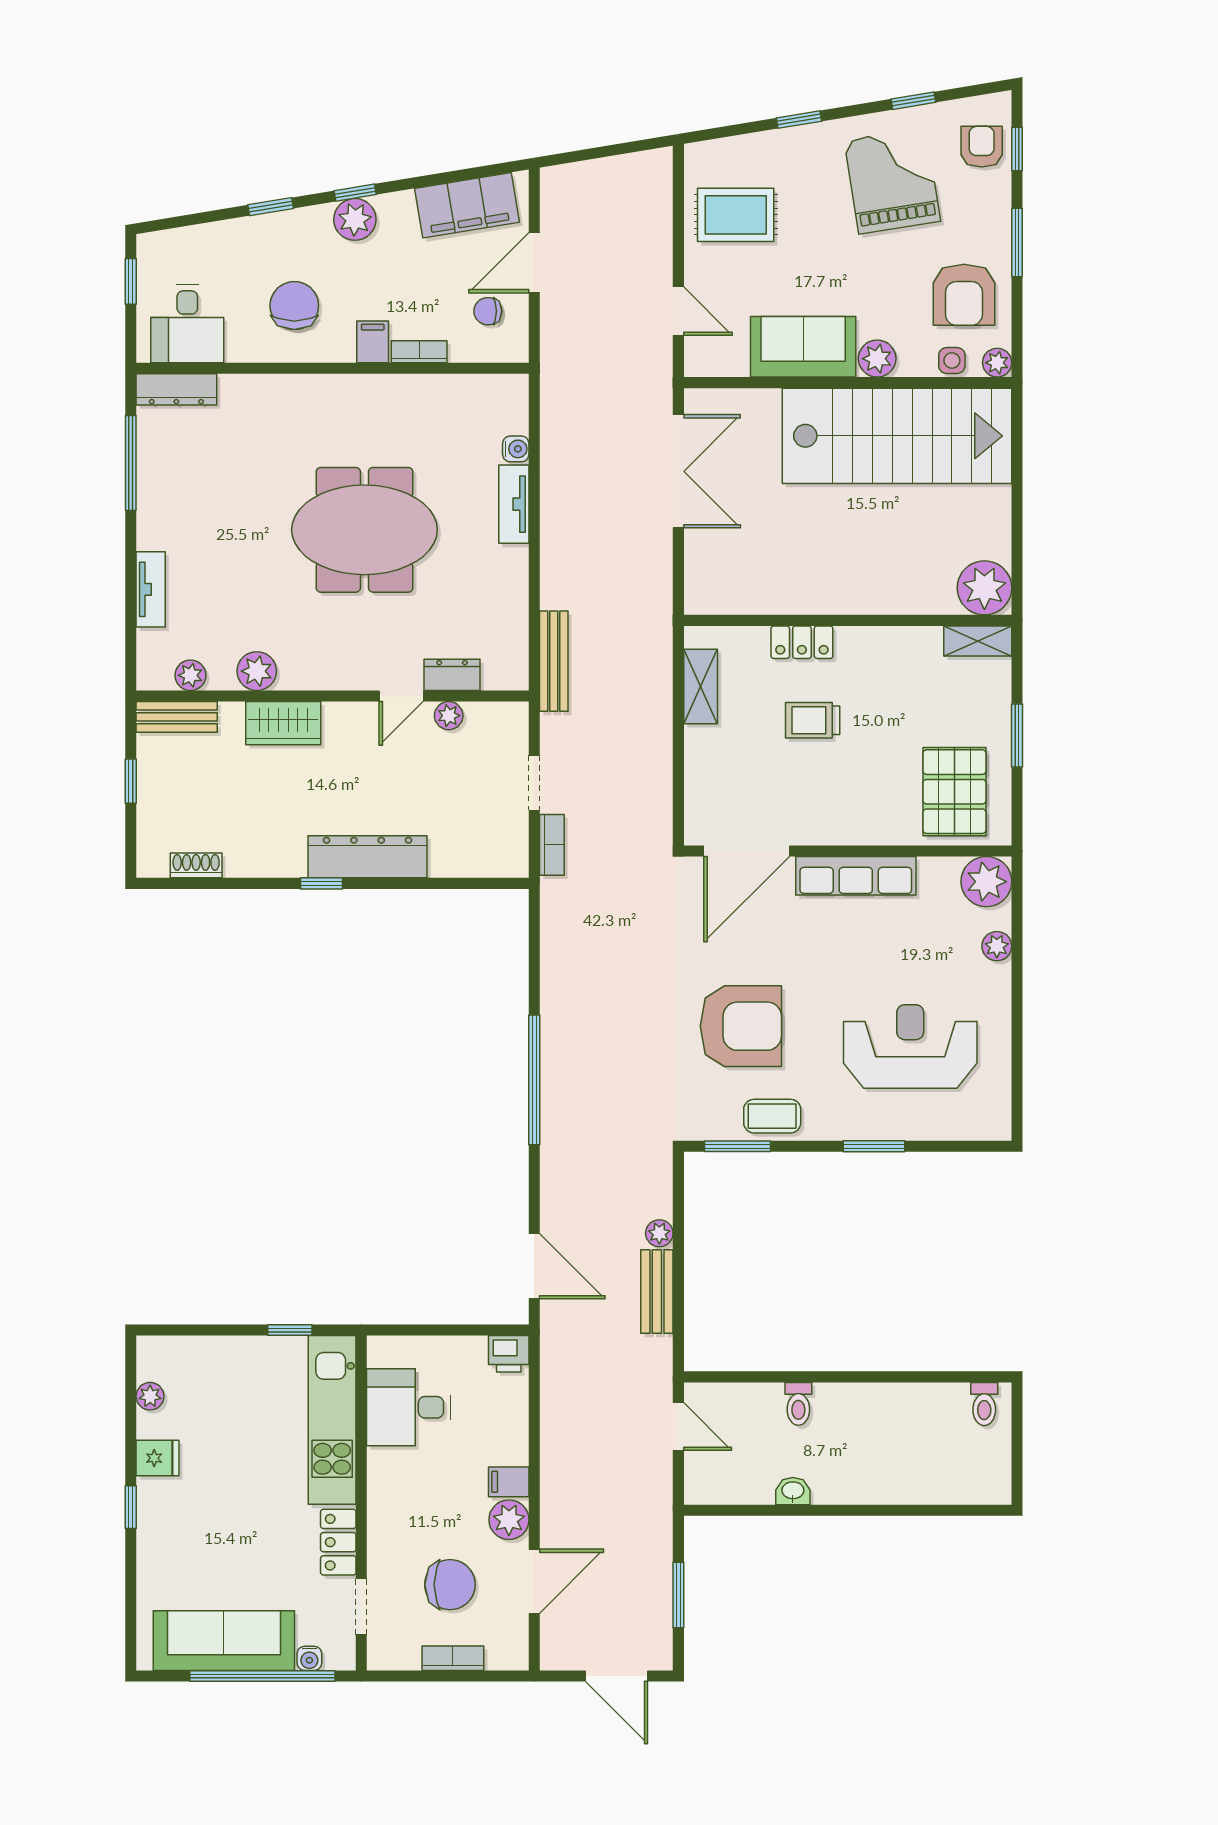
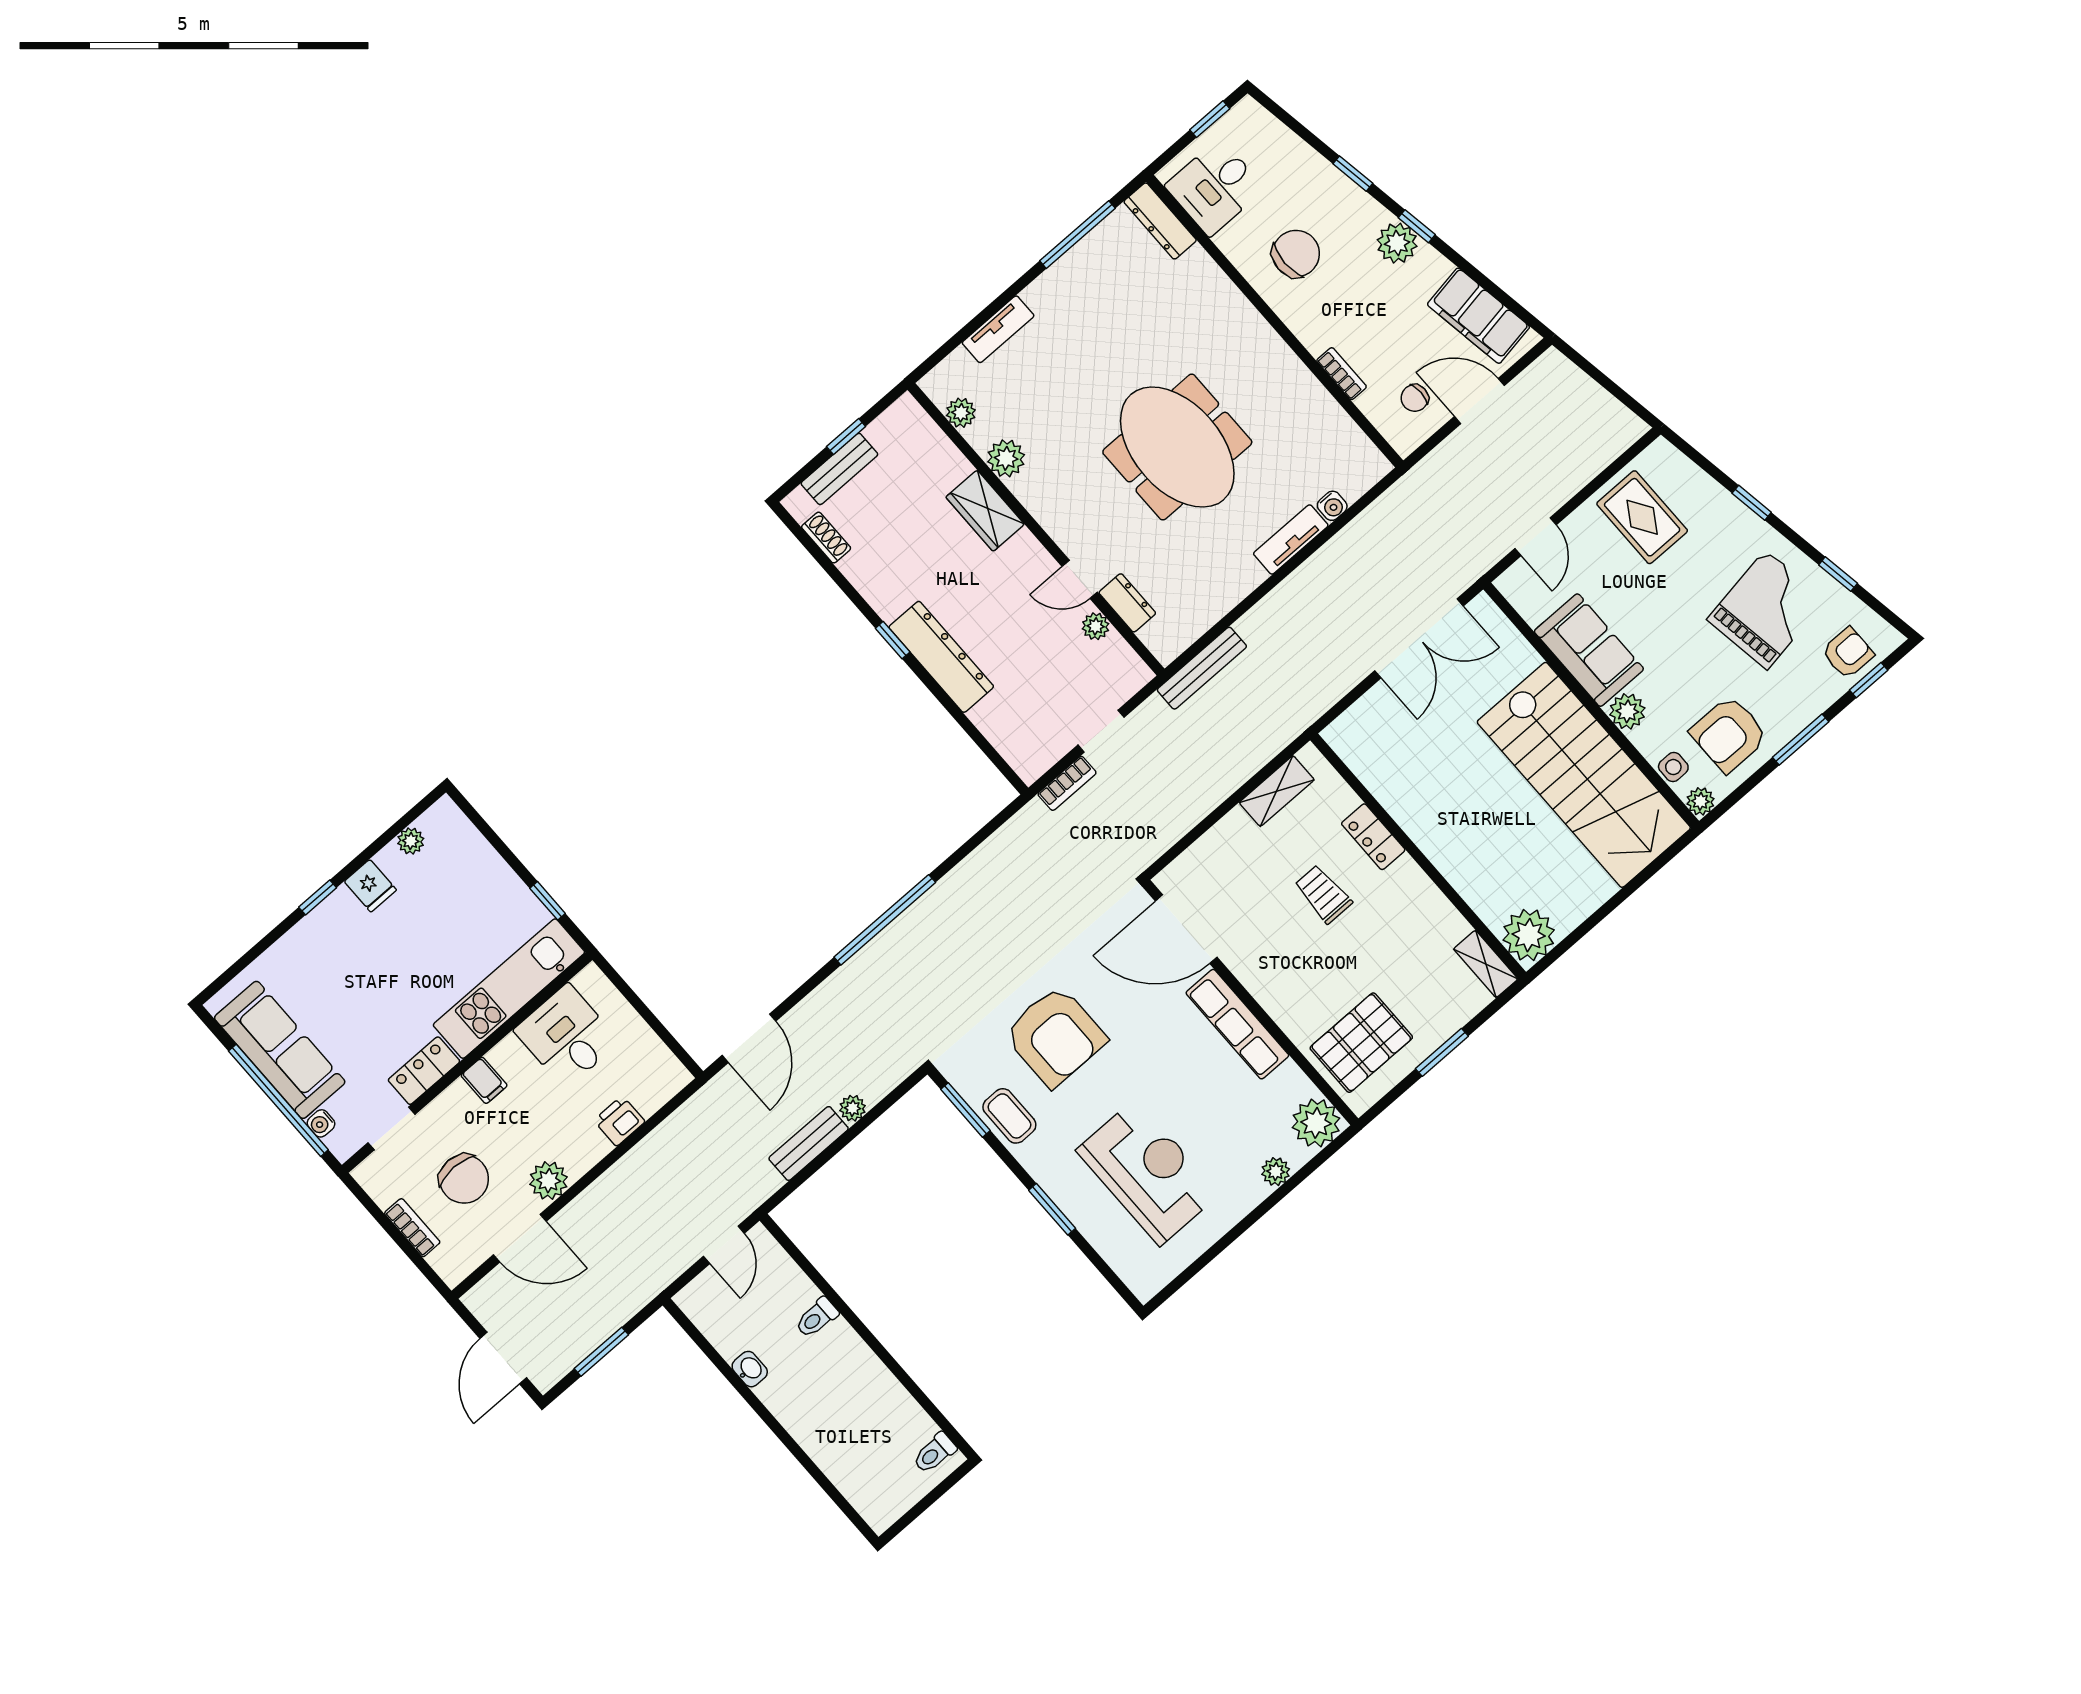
chair: (488, 311) -> (1415, 398), turned -90
filing cabinet: (373, 342) -> (1319, 334), removed
bench: (177, 717) -> (839, 469), moved, turned 90
printer: (509, 1354) -> (619, 1121), moved, turned 90
filing cabinet: (509, 1482) -> (484, 1080), moved, turned 180

